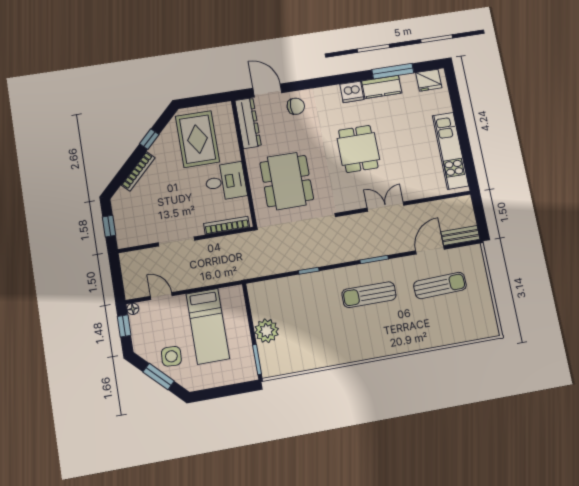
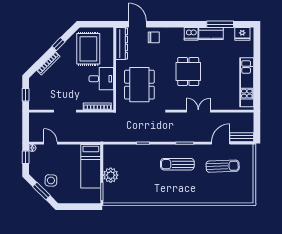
bed: (208, 326) -> (91, 166), moved

